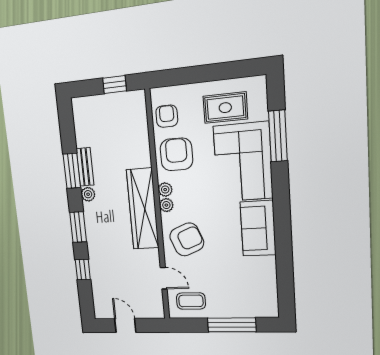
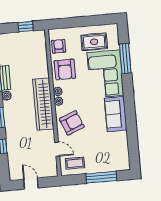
armchair: (176, 154) -> (65, 69), turned 180

